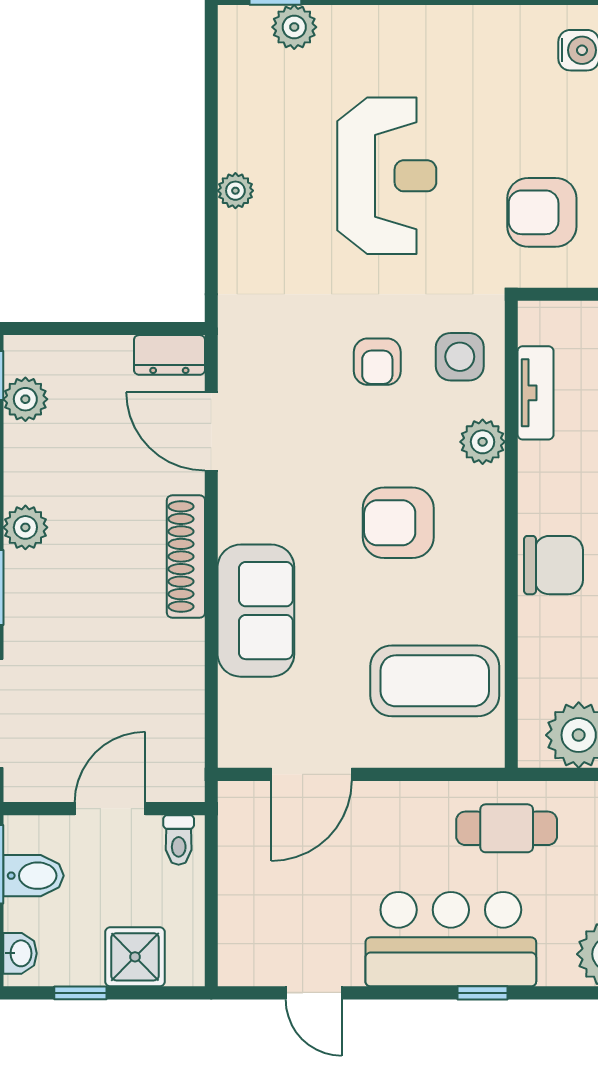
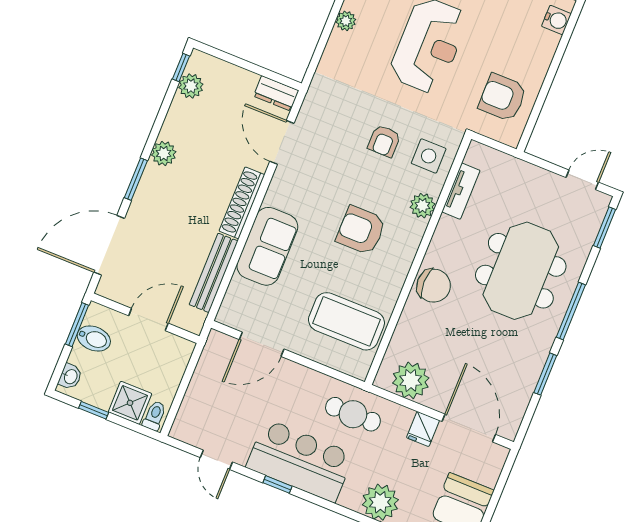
bench: (186, 689) -> (214, 273), added
toilet: (179, 840) -> (154, 416), moved, turned 180
window: (482, 993) -> (277, 484), moved

